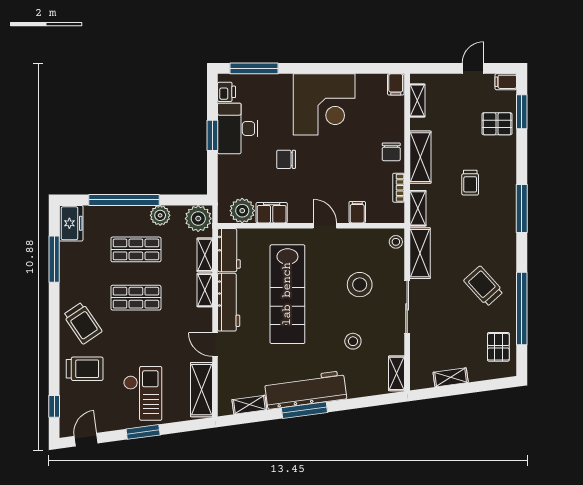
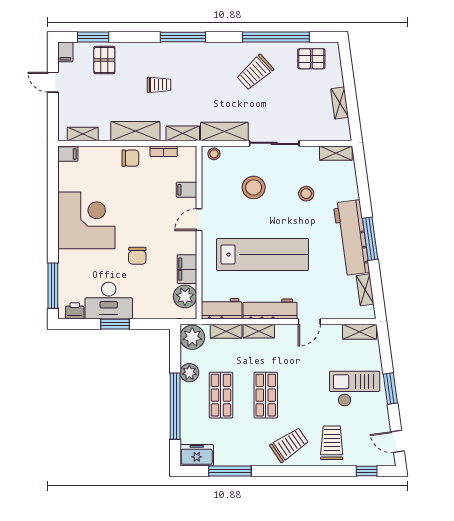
shelving: (201, 390) -> (359, 332), width x0.67, depth x0.75

